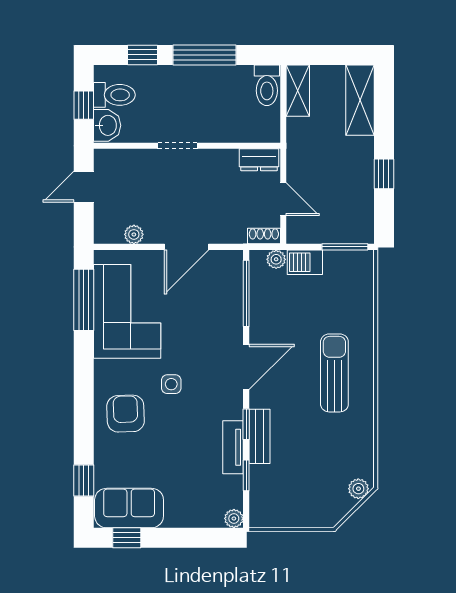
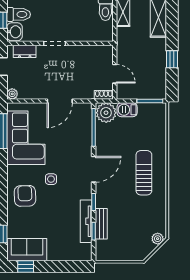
dresser: (259, 160) -> (25, 51), moved
plant: (134, 234) -> (12, 94), moved
plant: (276, 259) -> (106, 113), width x1.88, depth x1.88
bench: (260, 436) -> (101, 224), moved
tv unit: (233, 447) -> (86, 221), width x1.41
plant: (234, 518) -> (87, 256), removed

